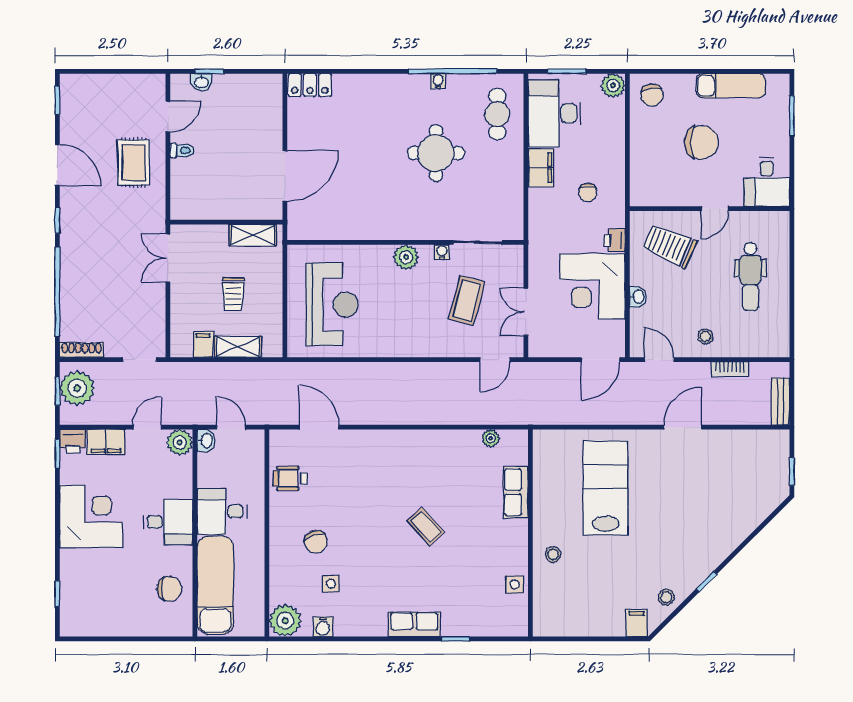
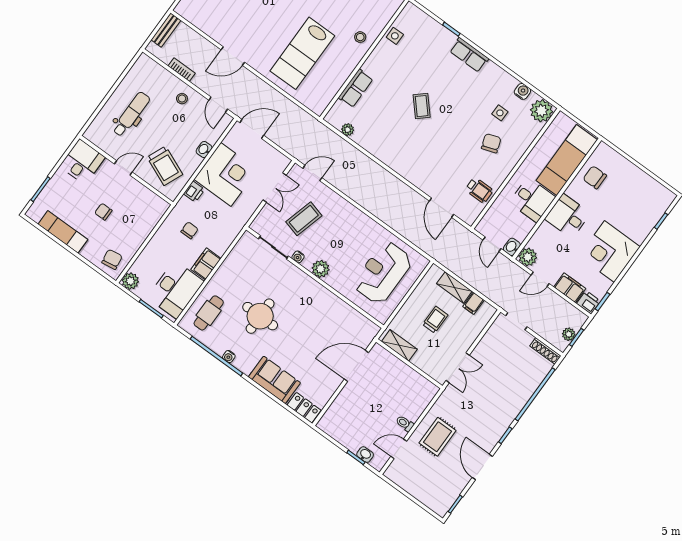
sofa: (367, 92) -> (274, 380), added
chair: (701, 142) -> (103, 212), width x0.54, depth x0.54
plant: (77, 388) -> (569, 334), width x0.53, depth x0.53

